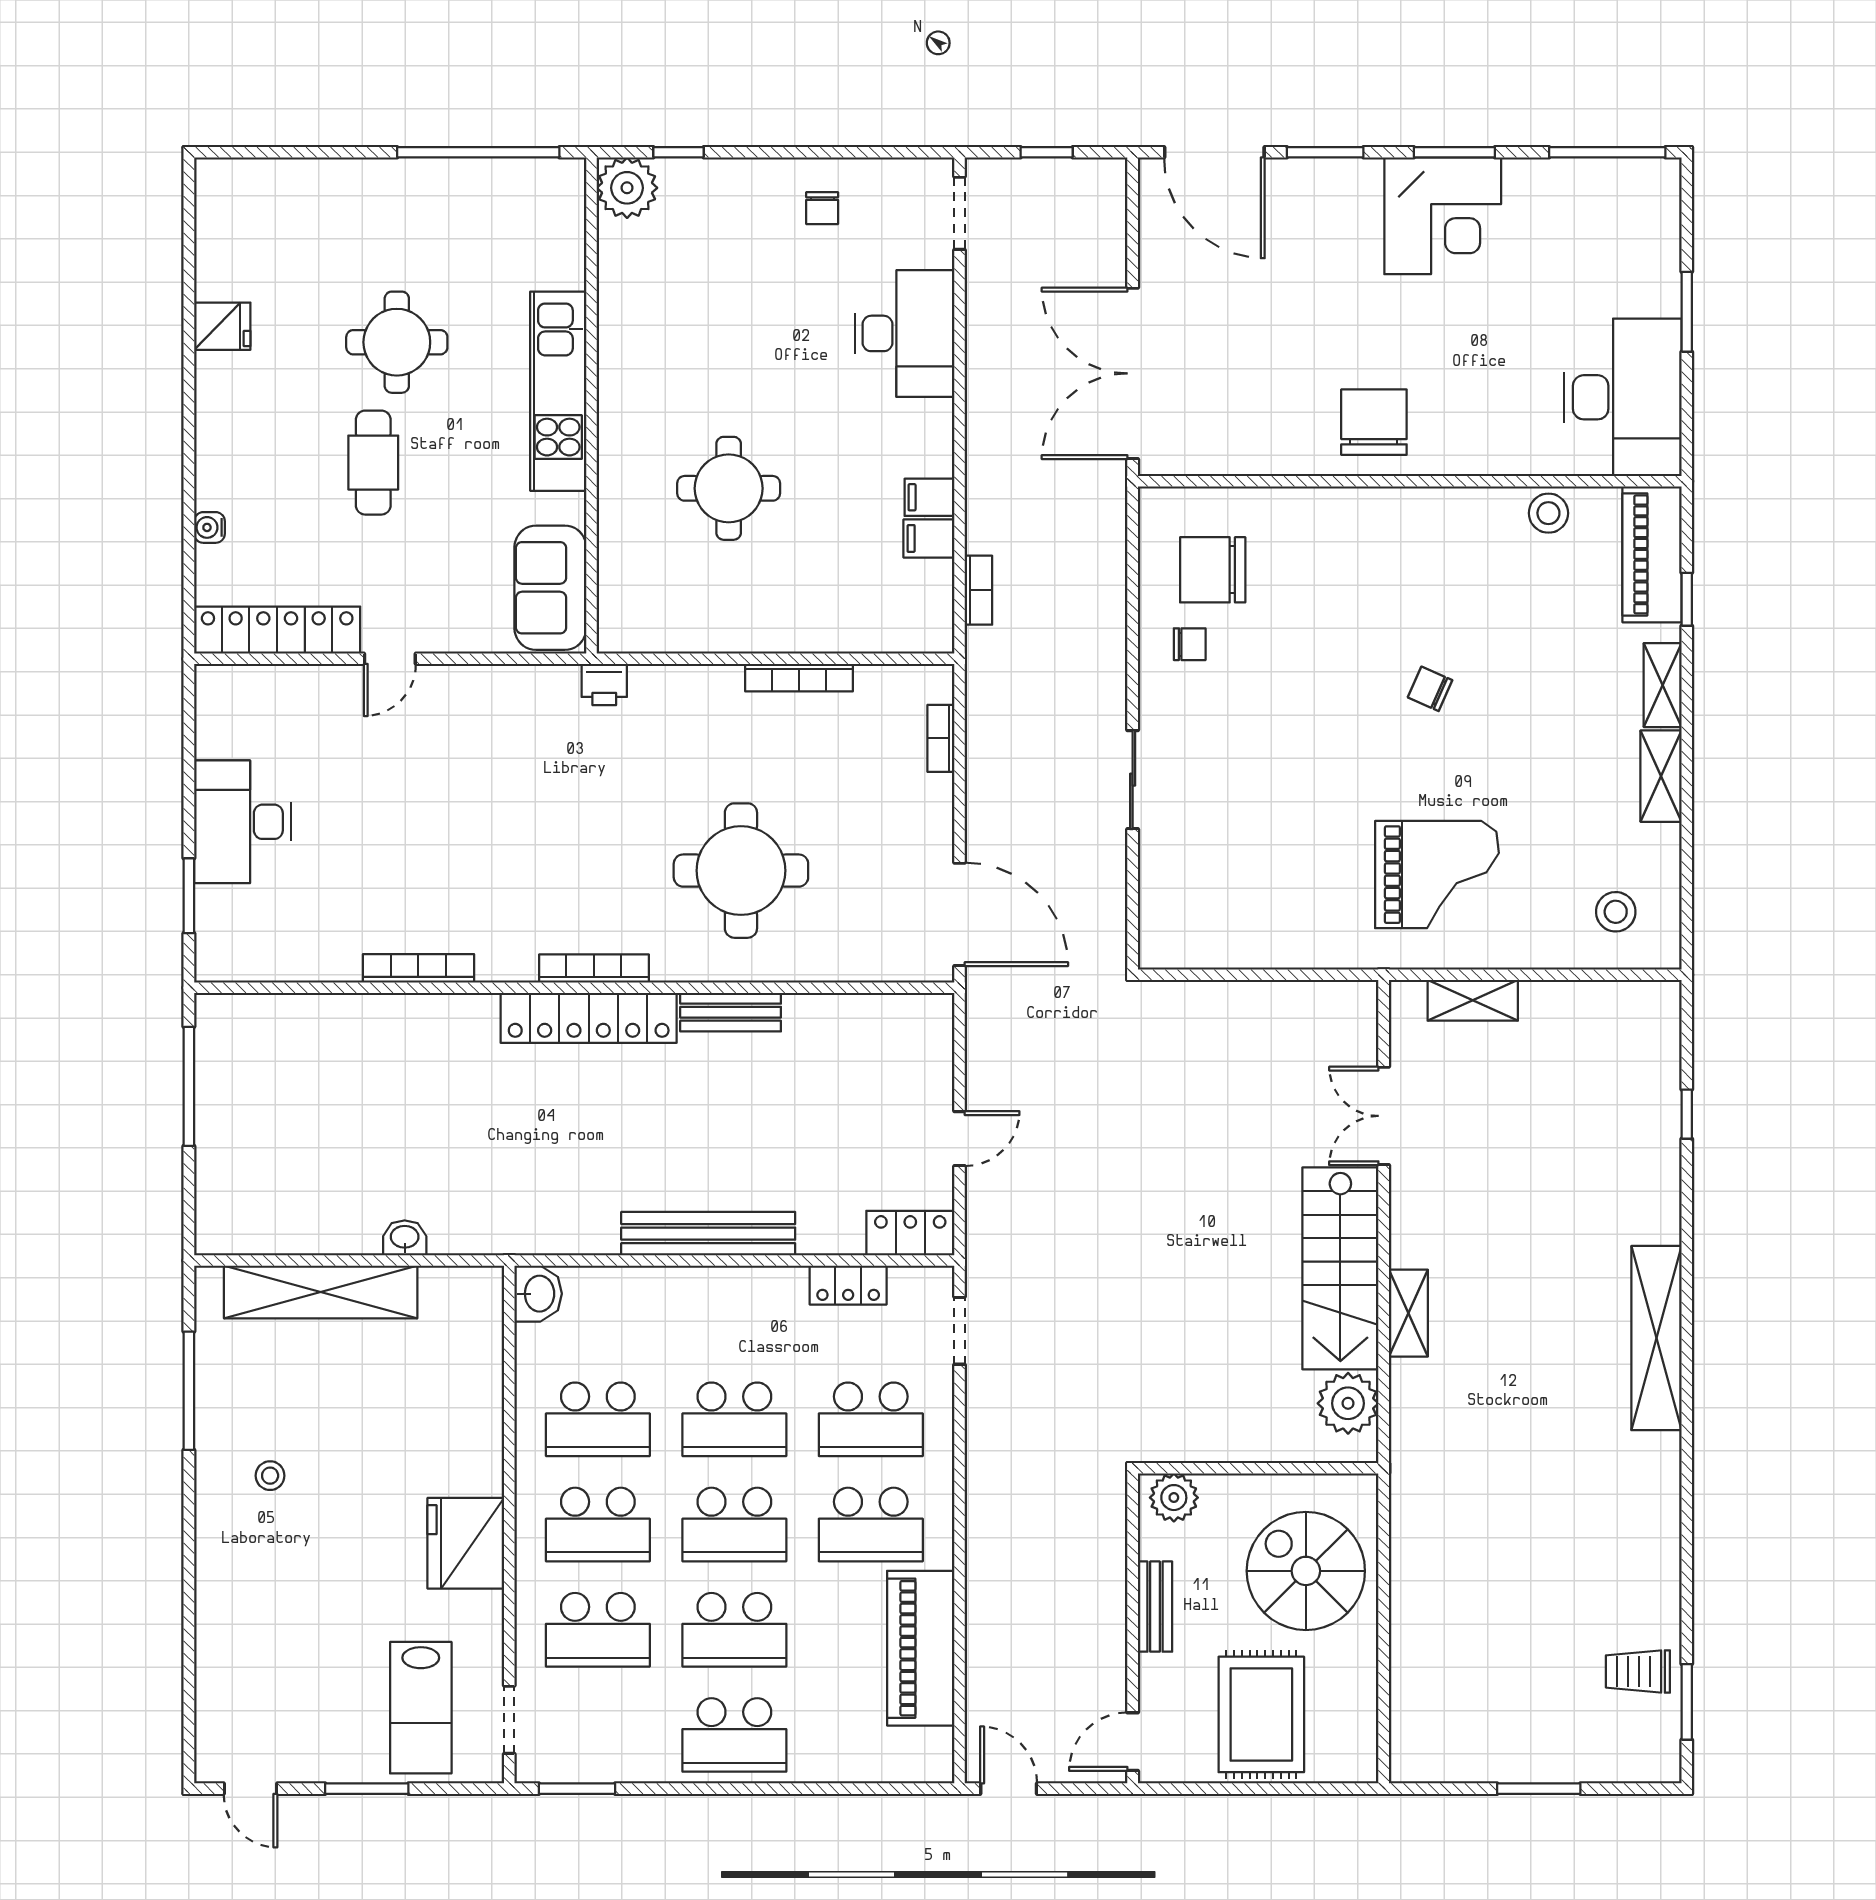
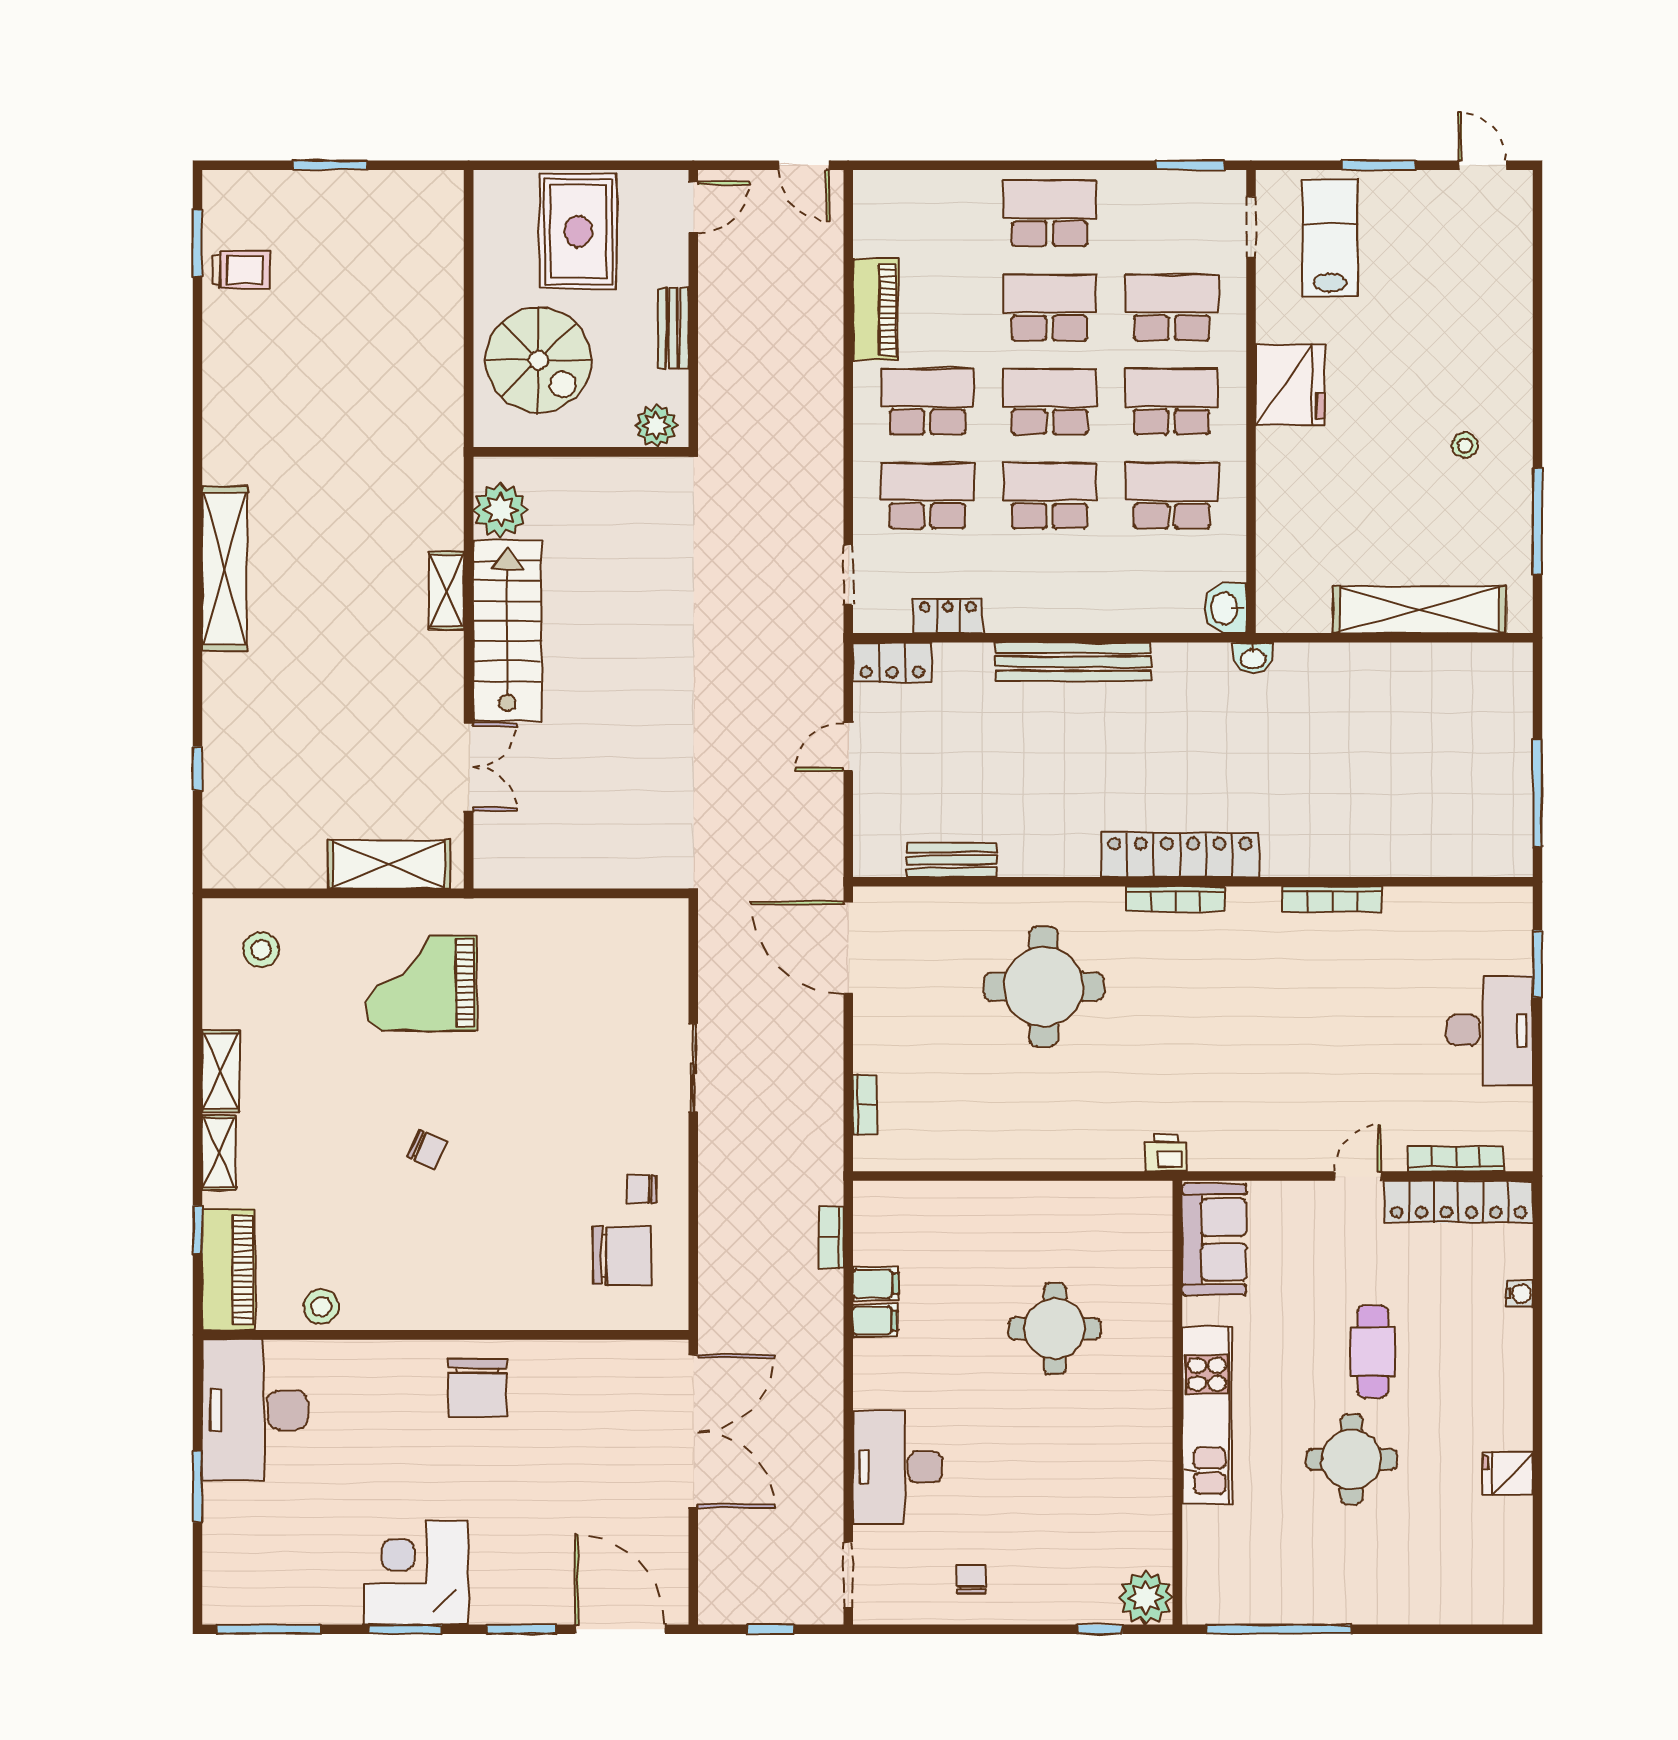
bookcase: (799, 678) -> (1456, 1159), moved
shelving: (1473, 1000) -> (389, 864), width x1.50, depth x1.33
bench: (731, 1012) -> (952, 860), moved
washbasin: (405, 1238) -> (1253, 658), moved
piano: (921, 1648) -> (875, 309), width x0.73, depth x0.75

